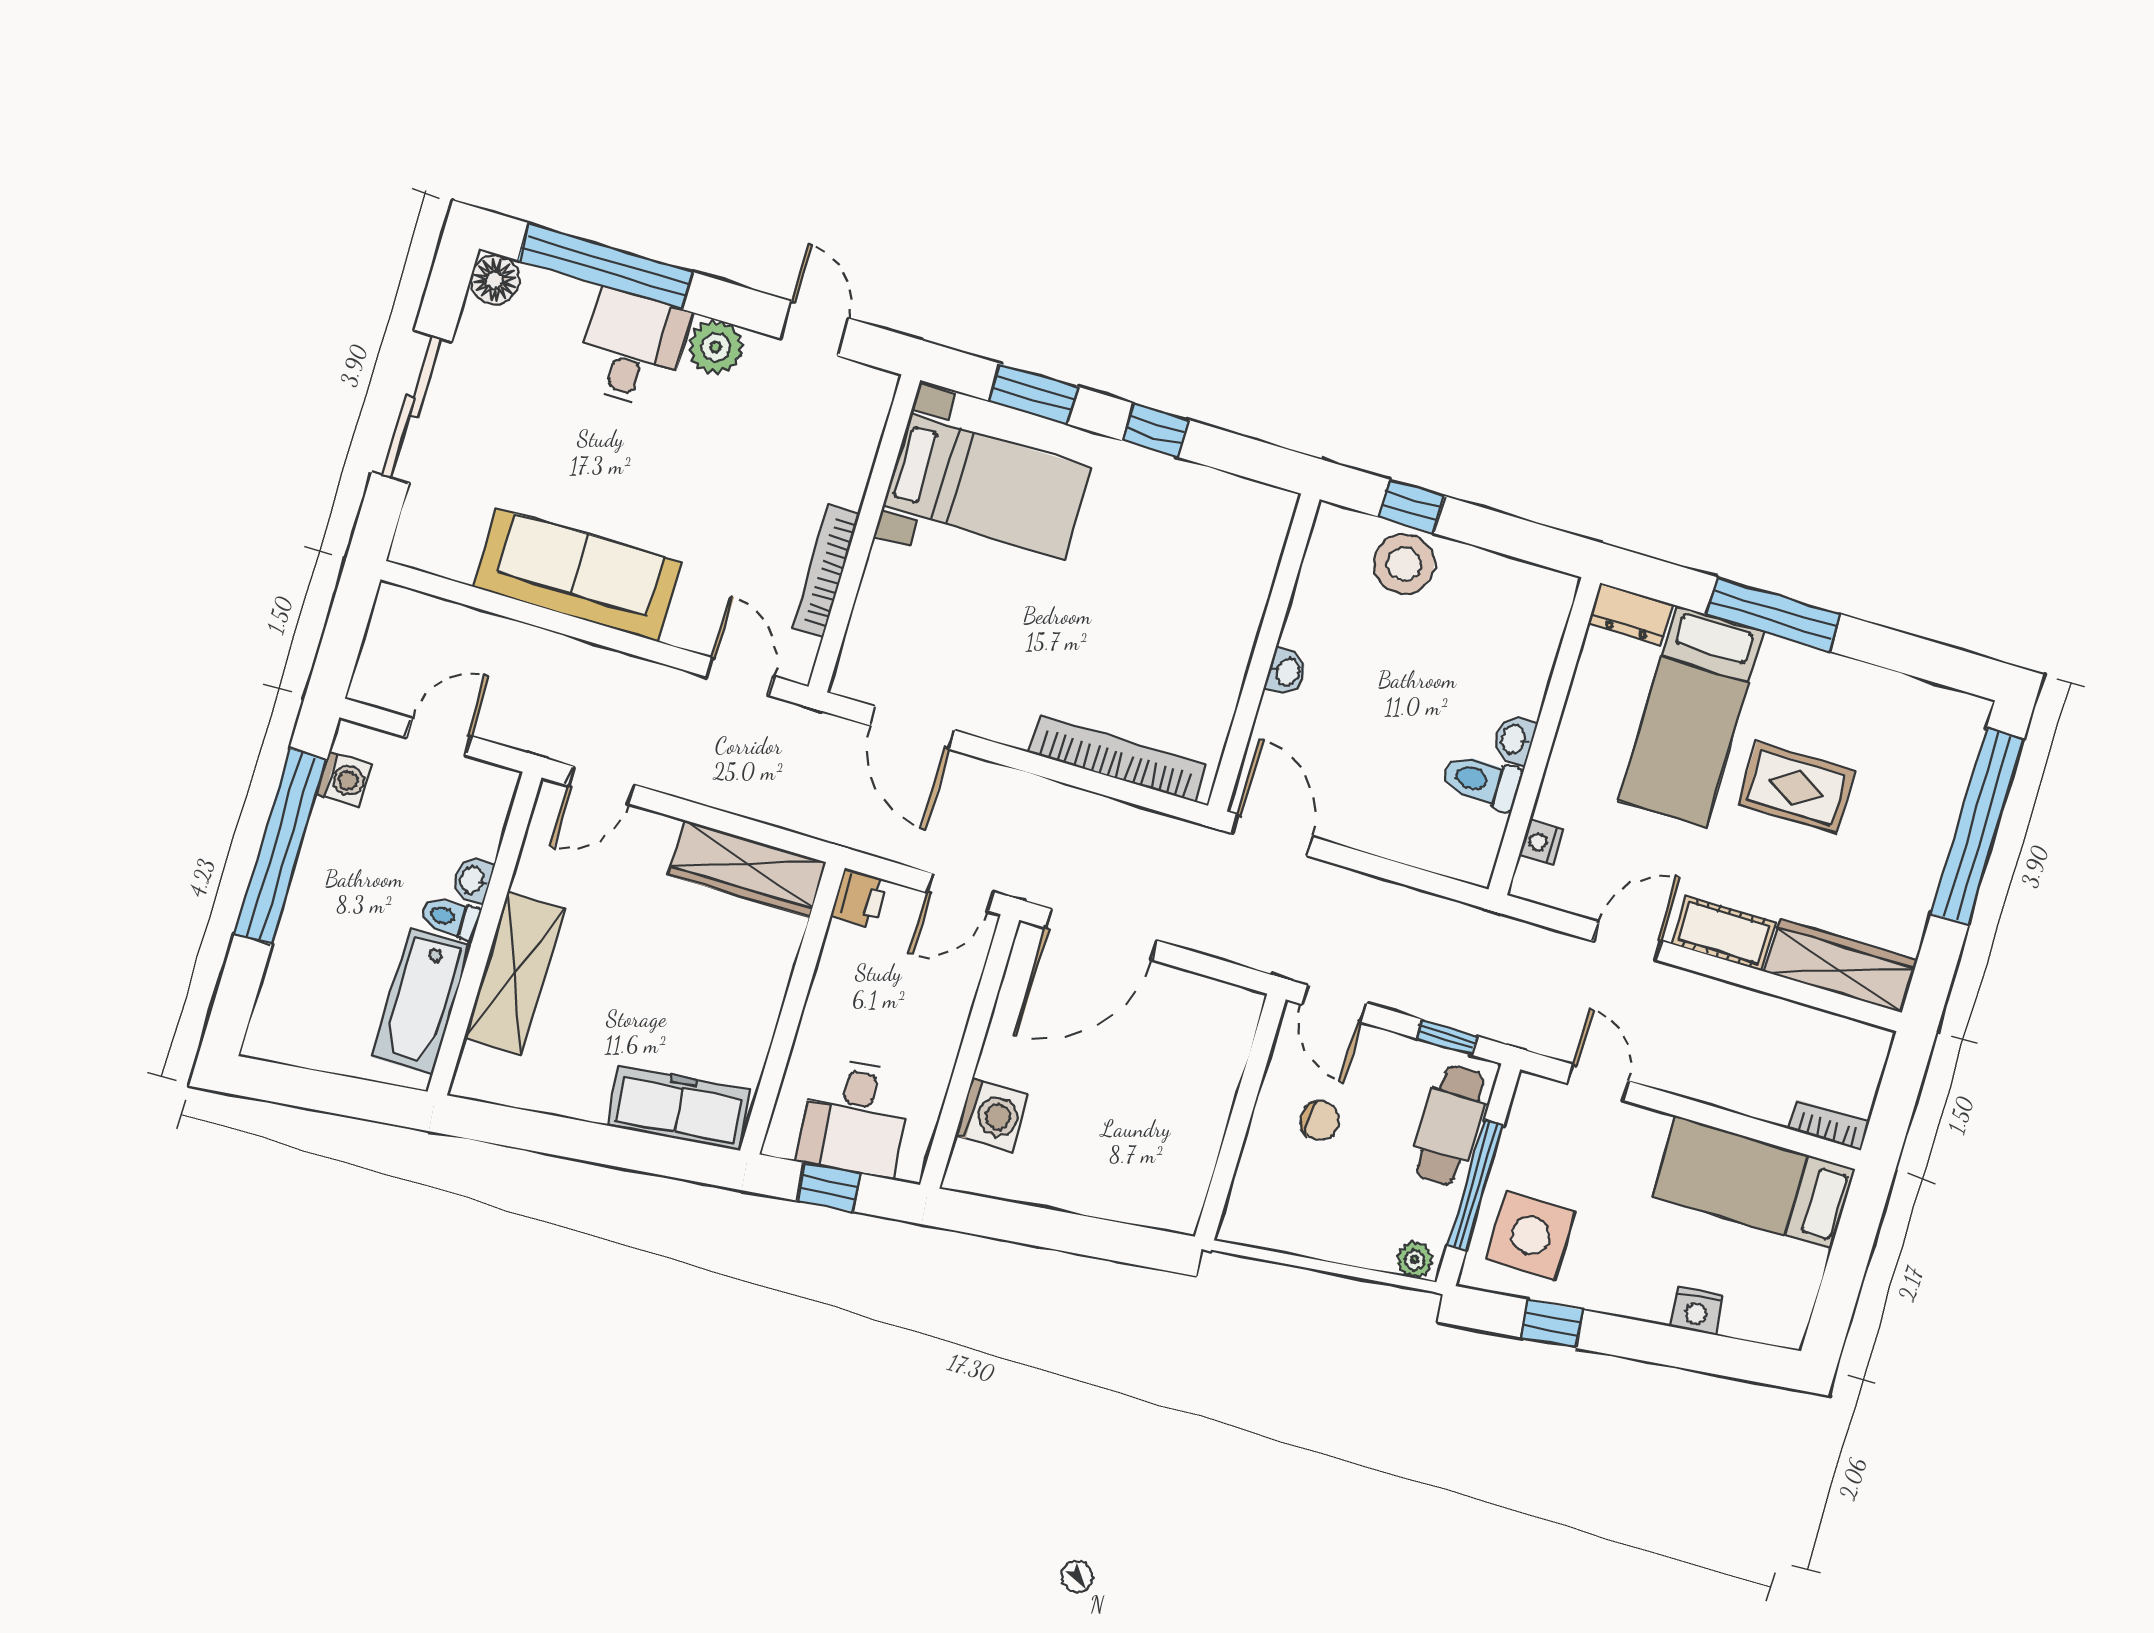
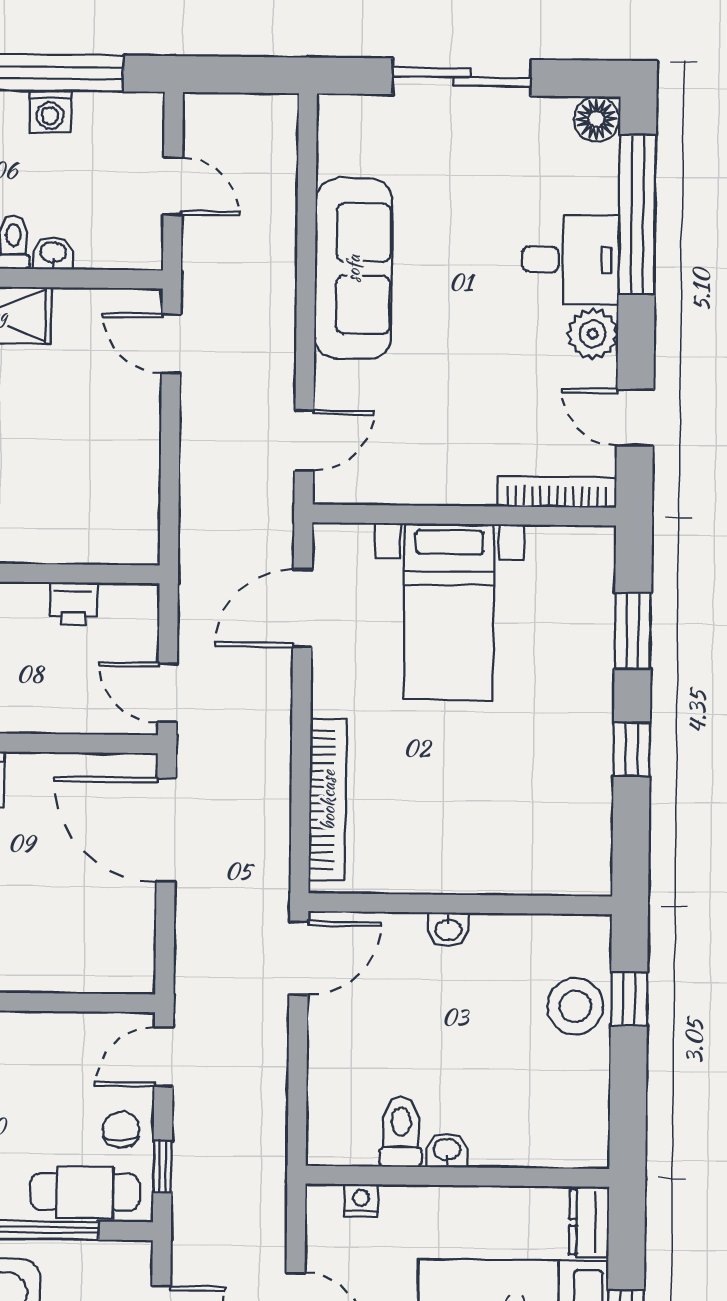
door: (814, 328) -> (635, 418), swing flipped
bed with nightstands: (987, 486) -> (449, 612), moved
bookcase: (826, 571) -> (557, 492), moved
washing machine: (344, 779) -> (50, 111), moved
wardrobe: (747, 869) -> (134, 496), removed
printer: (859, 898) -> (74, 604), moved
chair: (1320, 1121) -> (121, 1130), moved, turned 180

